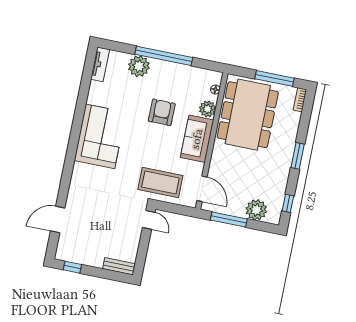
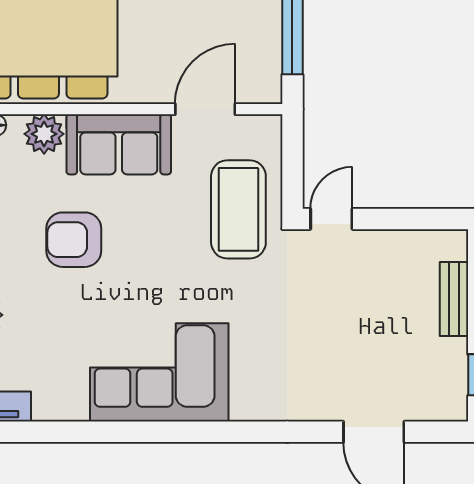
door: (202, 189) -> (205, 109), moved
bench: (119, 266) -> (454, 299), moved

